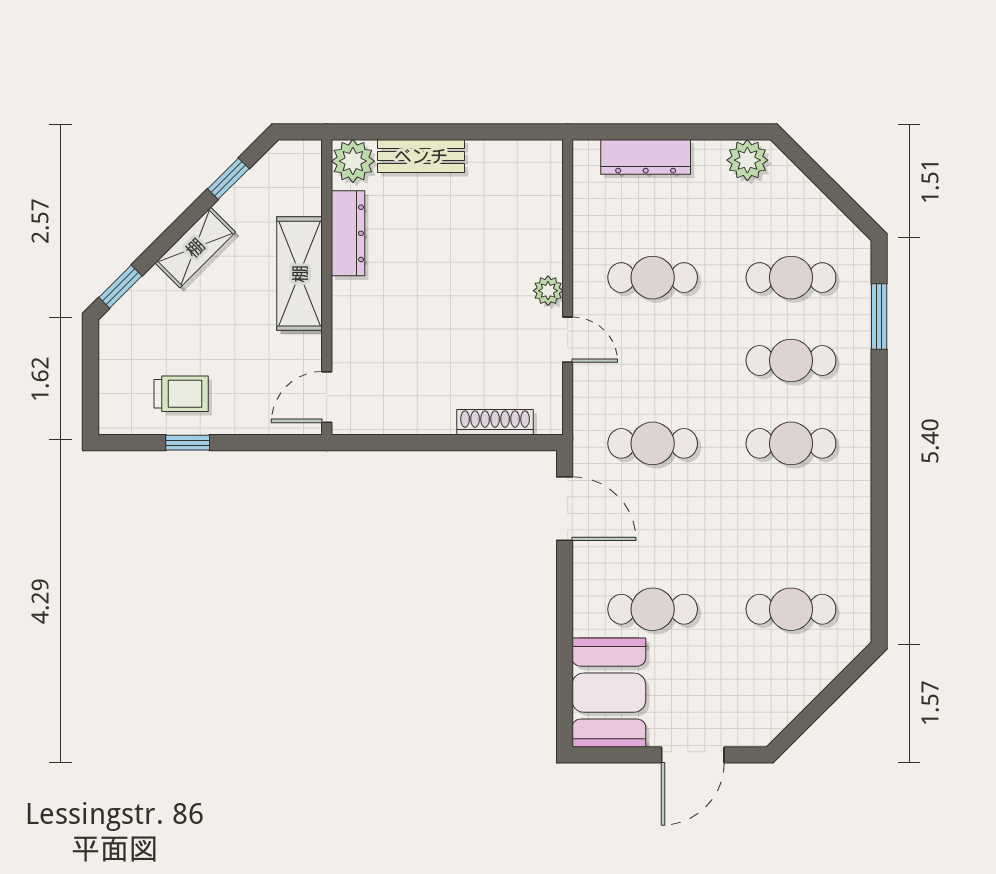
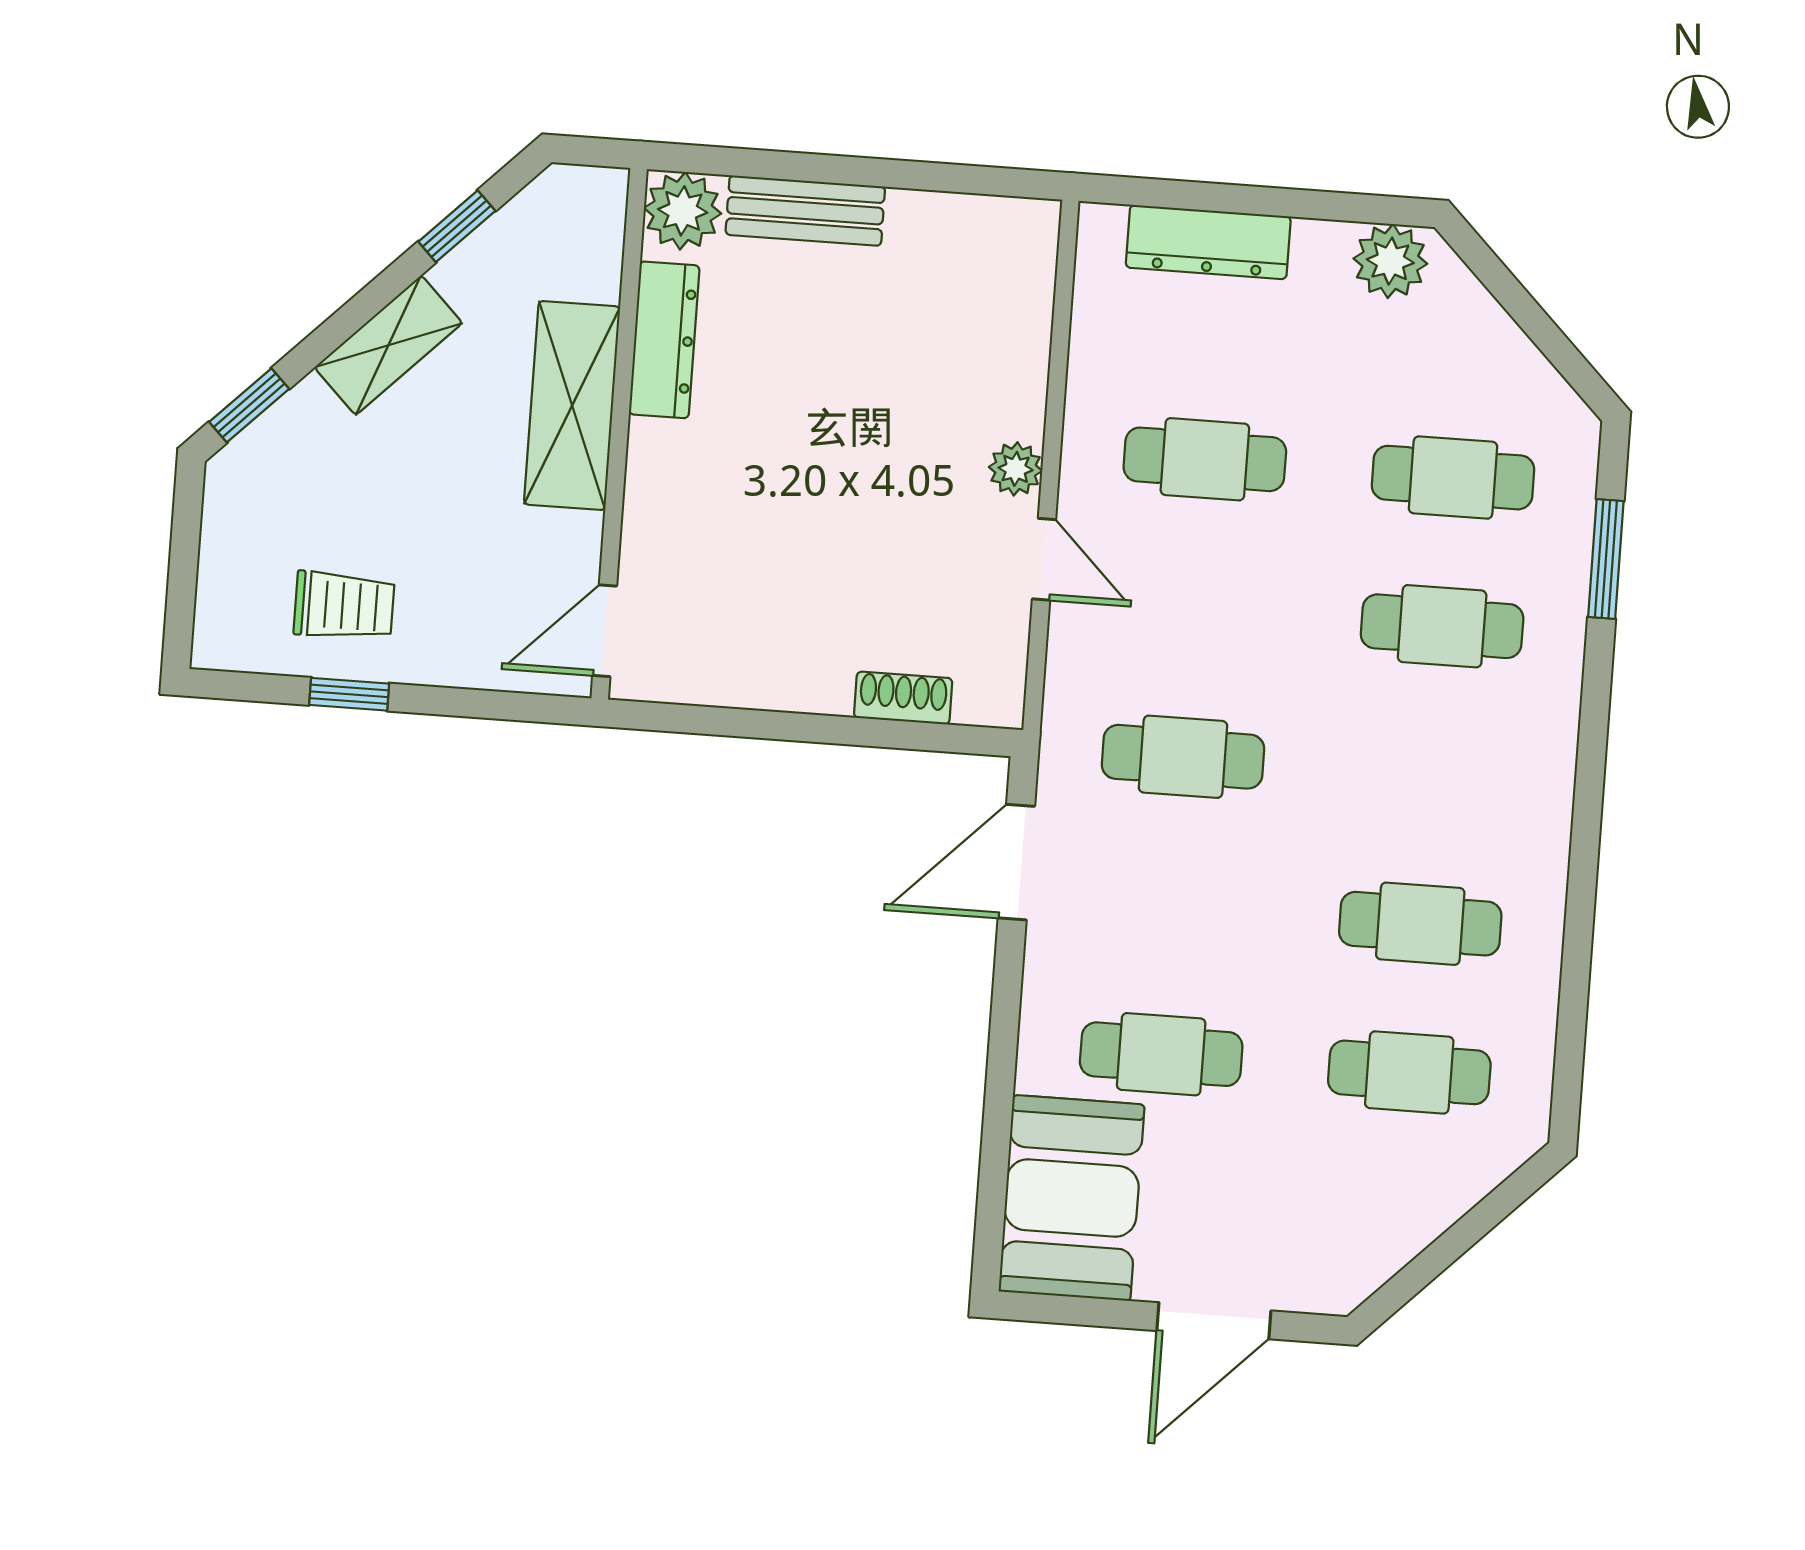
shoe rack: (495, 422) -> (903, 698), width x0.70
cafe table: (791, 443) -> (1420, 924), moved
door: (565, 509) -> (1016, 862), swing flipped

